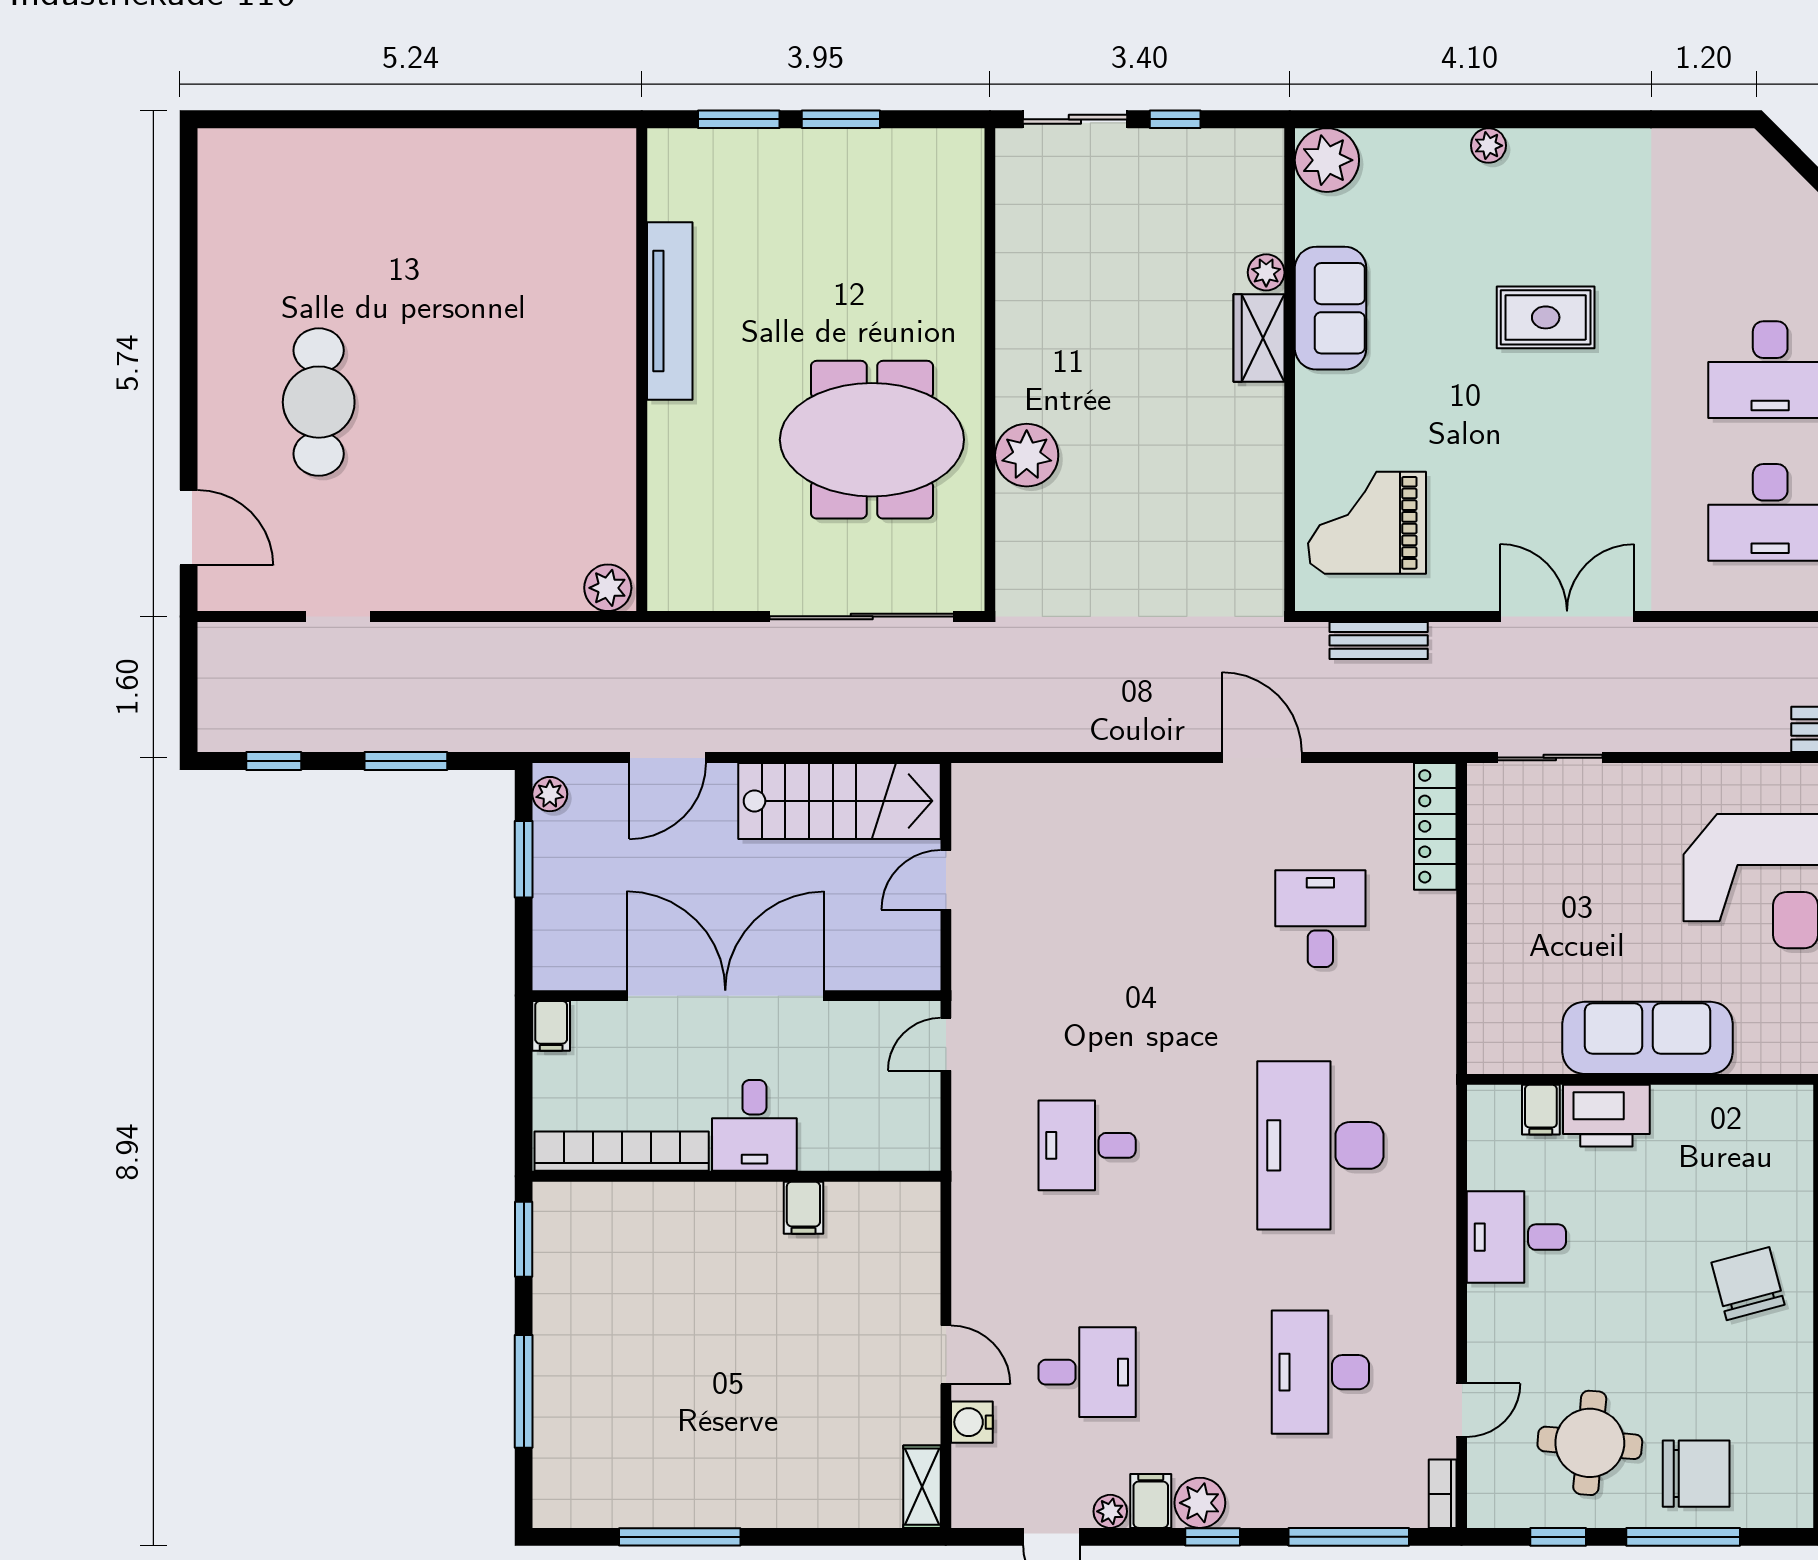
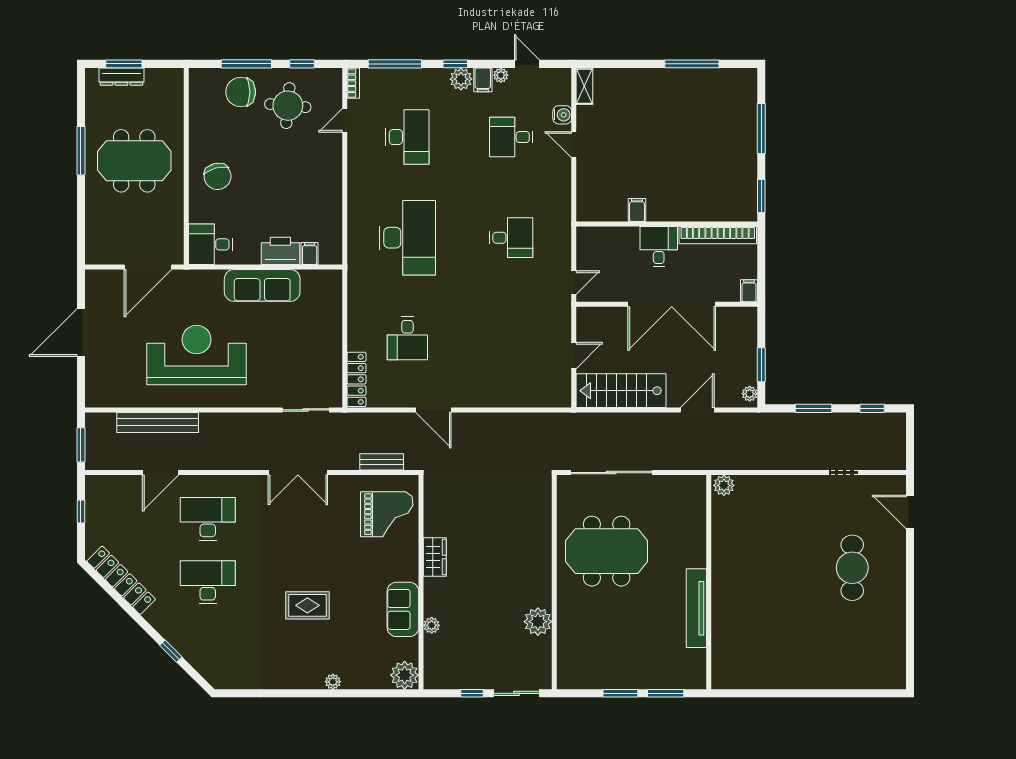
wardrobe: (1259, 338) -> (435, 557), moved
plant: (1027, 455) -> (538, 622), moved
desk: (1516, 1237) -> (211, 244), moved, turned 180

